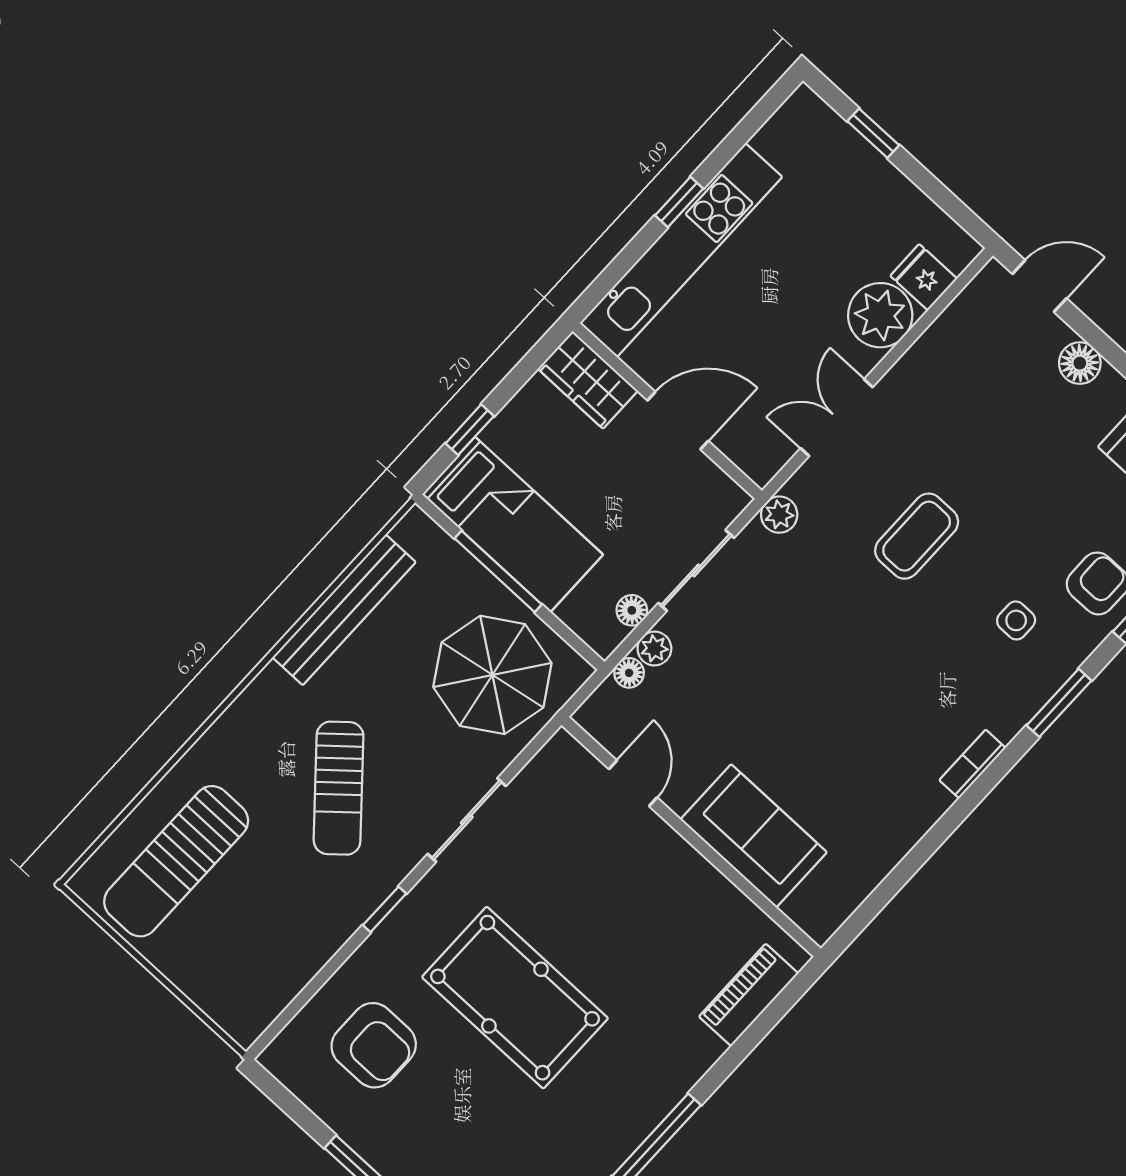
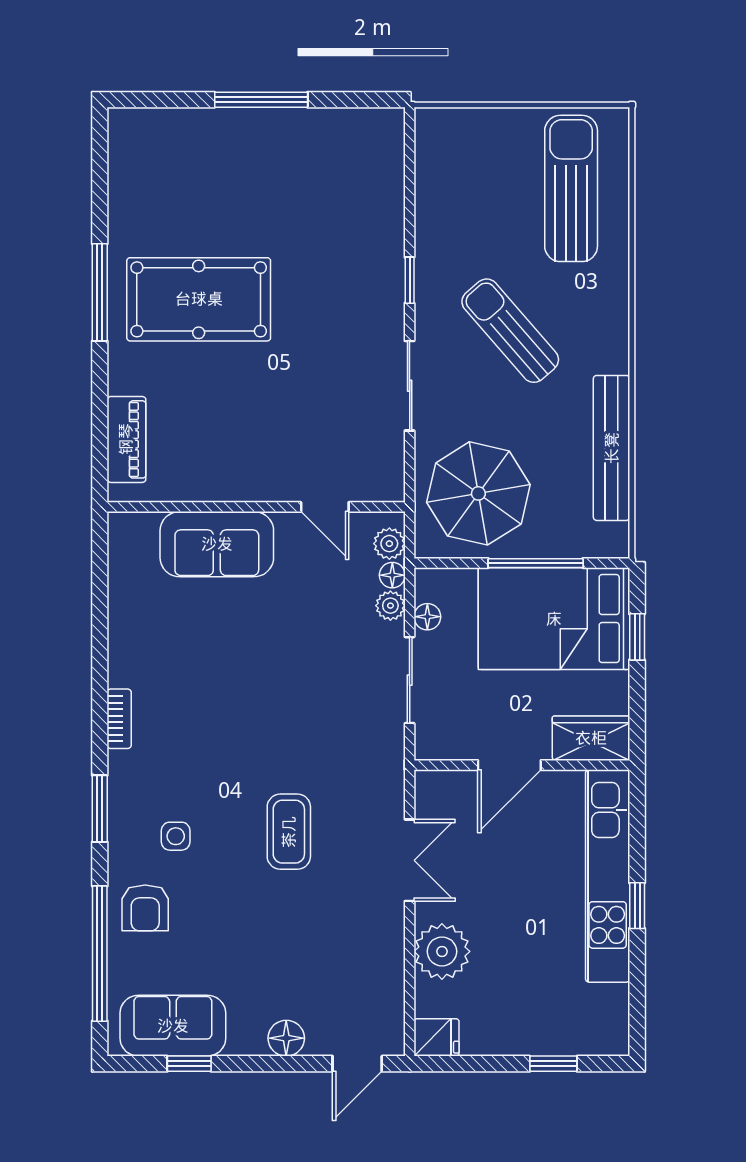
fridge: (924, 277) -> (437, 1037), moved
plant: (779, 515) -> (389, 544), moved
bed: (513, 524) -> (554, 619), width x1.50
pool table: (515, 998) -> (199, 299), moved
armchair: (374, 1045) -> (337, 187), removed

